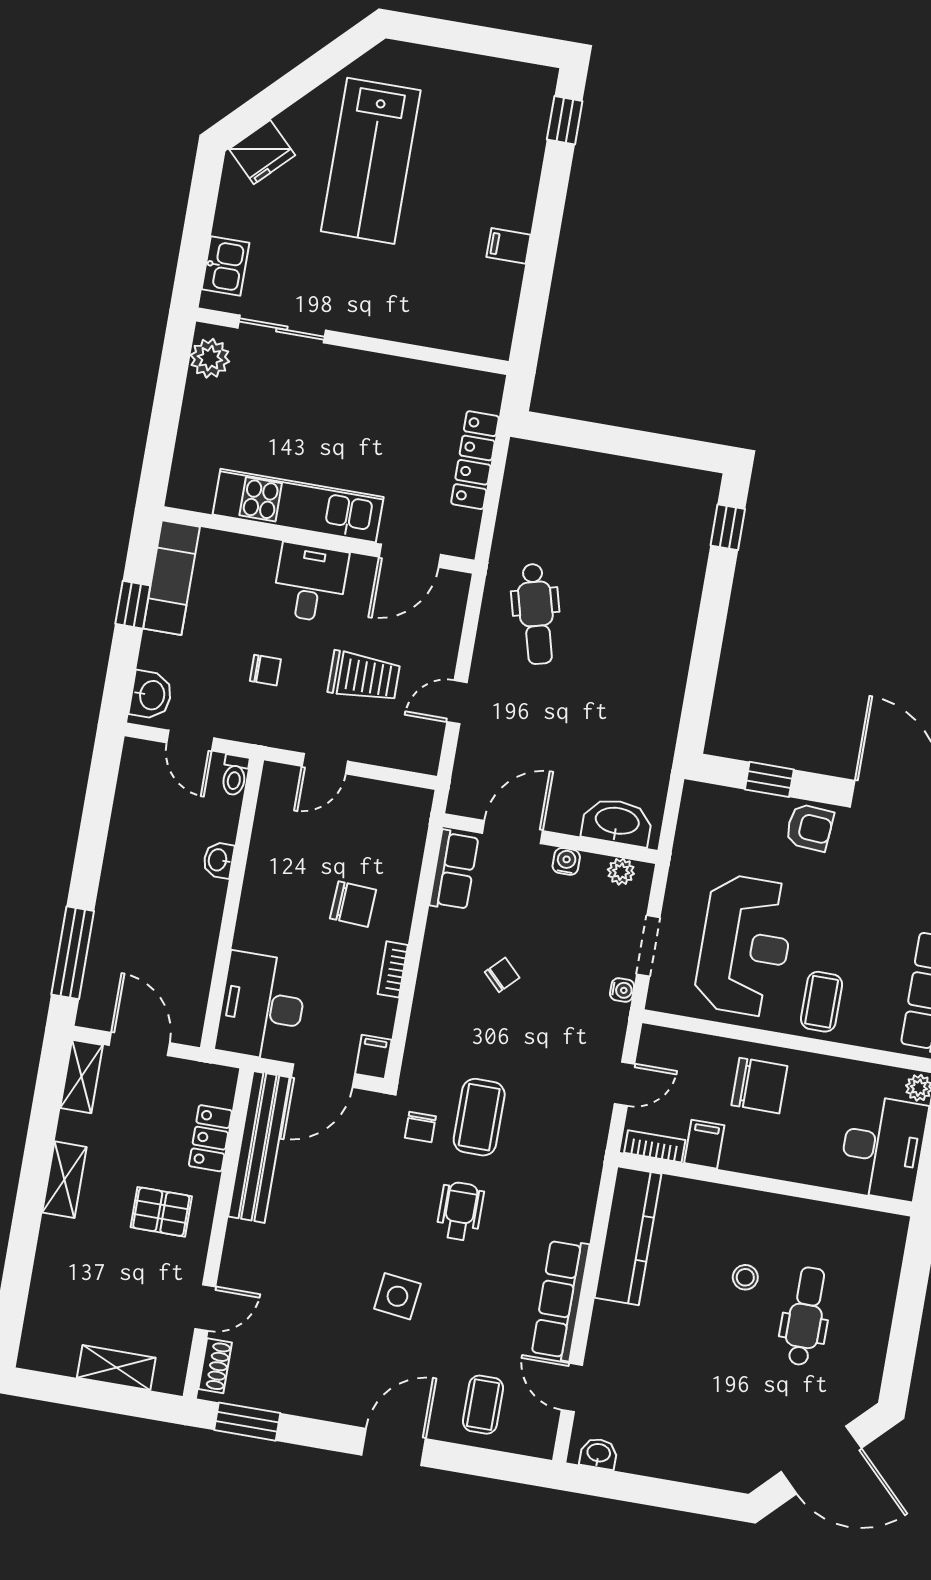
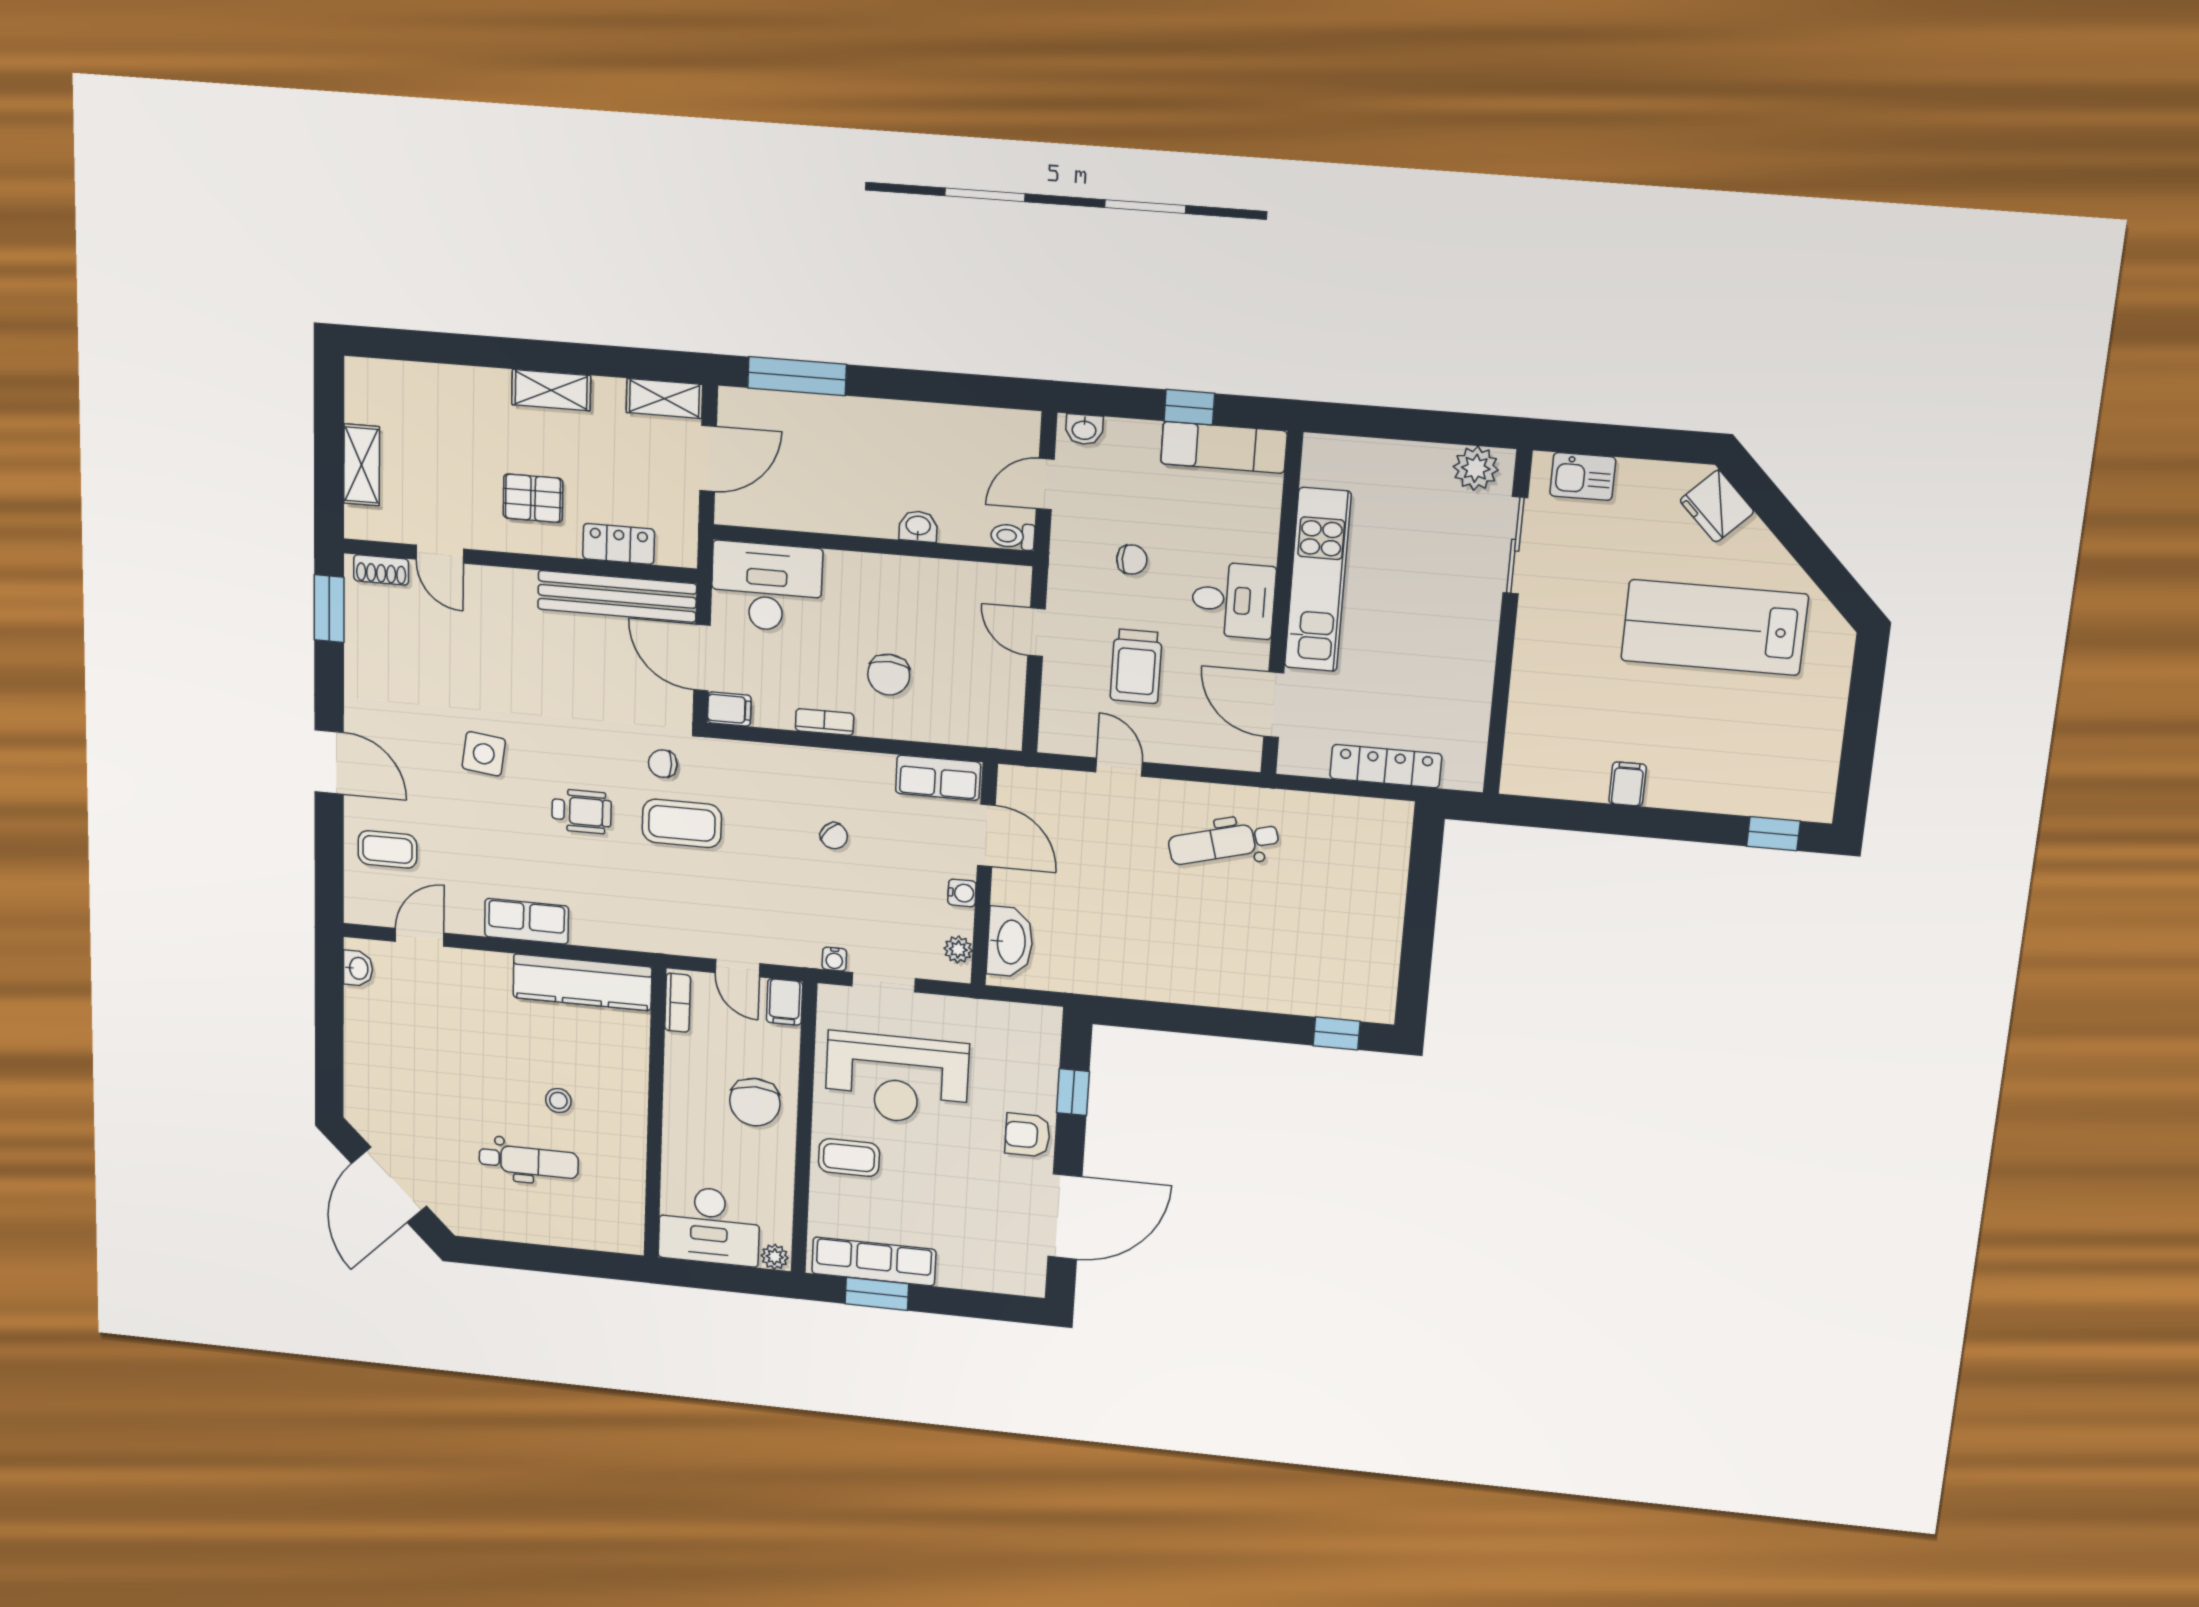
chair: (265, 670) -> (1132, 560), turned -90
washbasin: (151, 695) -> (1084, 429), width x0.72, depth x0.69
armchair: (810, 827) -> (1027, 1135), turned 86
filing cabinet: (704, 1144) -> (784, 1002), moved, turned 90
pallet: (161, 1212) -> (533, 498), turned 90
row of seats: (560, 1300) -> (527, 921), width x0.68

